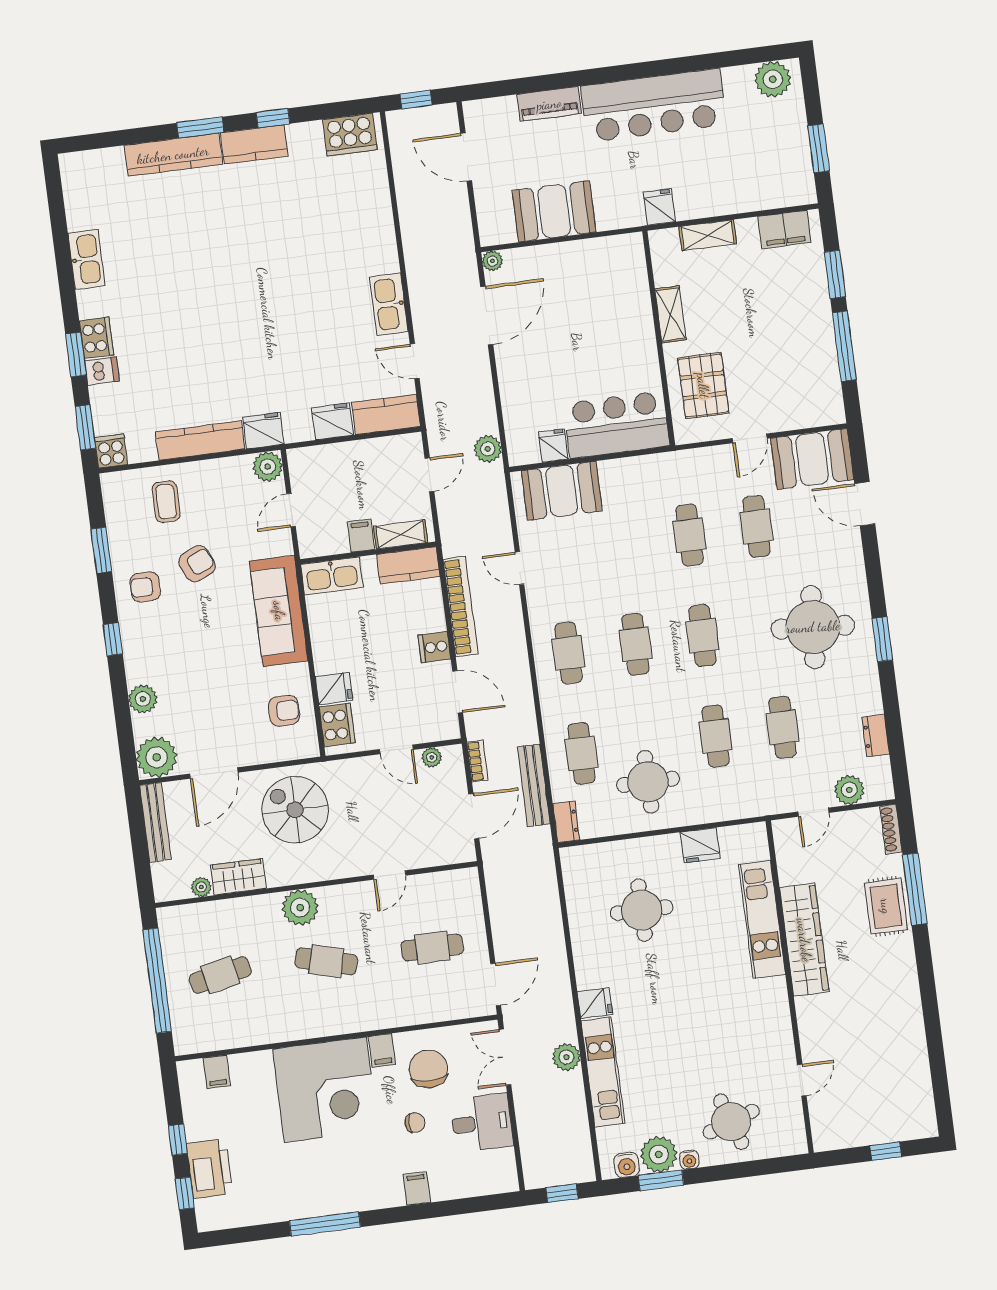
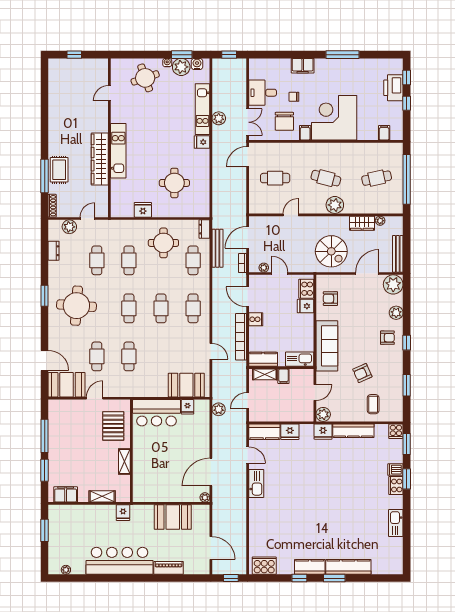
plant: (773, 79) -> (66, 570), width x0.53, depth x0.53
armchair: (145, 587) -> (387, 338), moved
kitchen unit: (762, 919) -> (118, 151), moved
filing cabinet: (417, 1188) -> (303, 66), width x2.00

